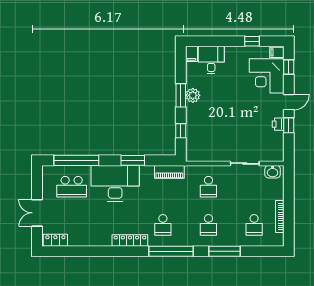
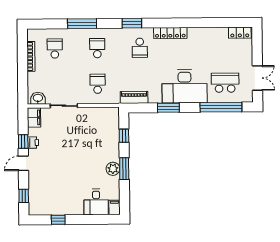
filing cabinet: (277, 52) -> (34, 117), moved, width x2.00
corner desk: (267, 76) -> (44, 188), removed
double door: (37, 213) -> (257, 78), moved
school desk: (163, 225) -> (140, 48), turned 180
window: (171, 251) -> (132, 23), width x0.47

